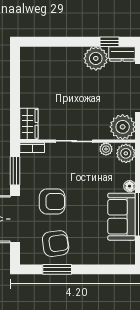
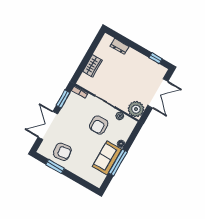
dresser: (122, 54) -> (120, 46), moved
plant: (96, 58) -> (143, 63), removed
wardrobe: (29, 124) -> (92, 66), moved
plant: (126, 153) -> (129, 125), removed
armchair: (52, 202) -> (99, 125), moved, turned 90

